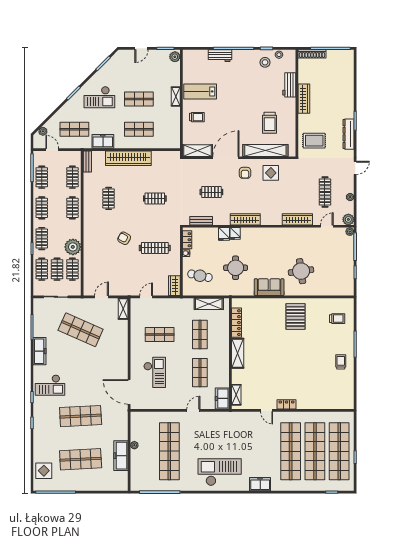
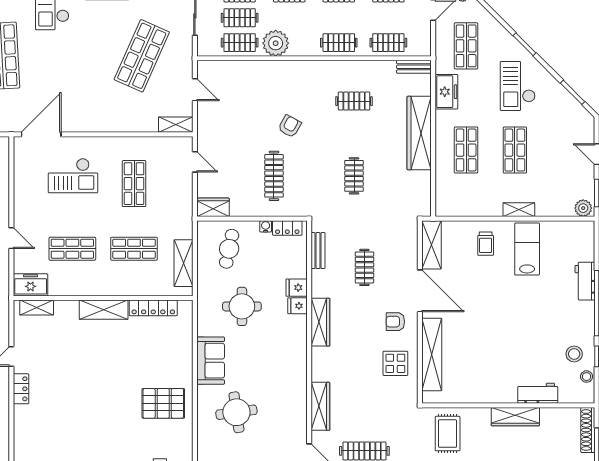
trolley: (270, 123) -> (477, 361), removed

